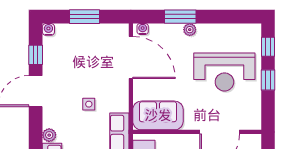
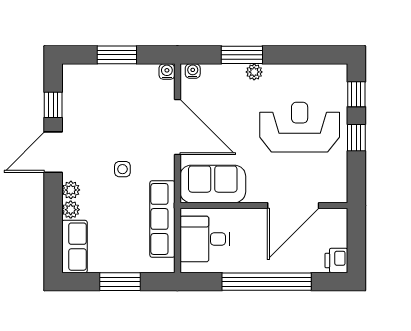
water cooler: (48, 29) -> (167, 72), moved
door: (131, 58) -> (177, 127), moved
reception desk: (224, 72) -> (300, 127), turned 180
plant: (49, 120) -> (71, 190), added

